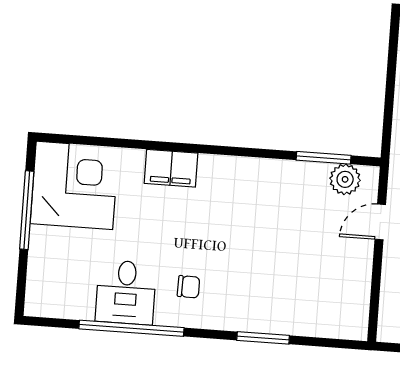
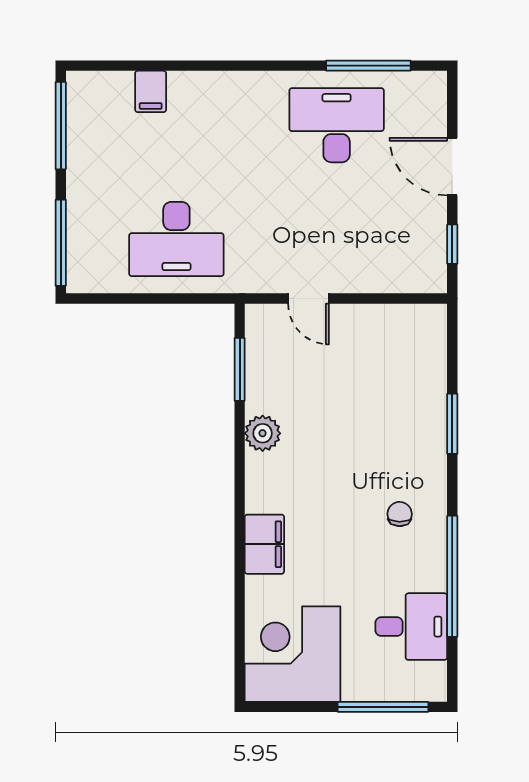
plant: (345, 179) -> (263, 433), moved
window: (27, 210) -> (383, 707), moved
desk: (126, 292) -> (411, 627), moved

